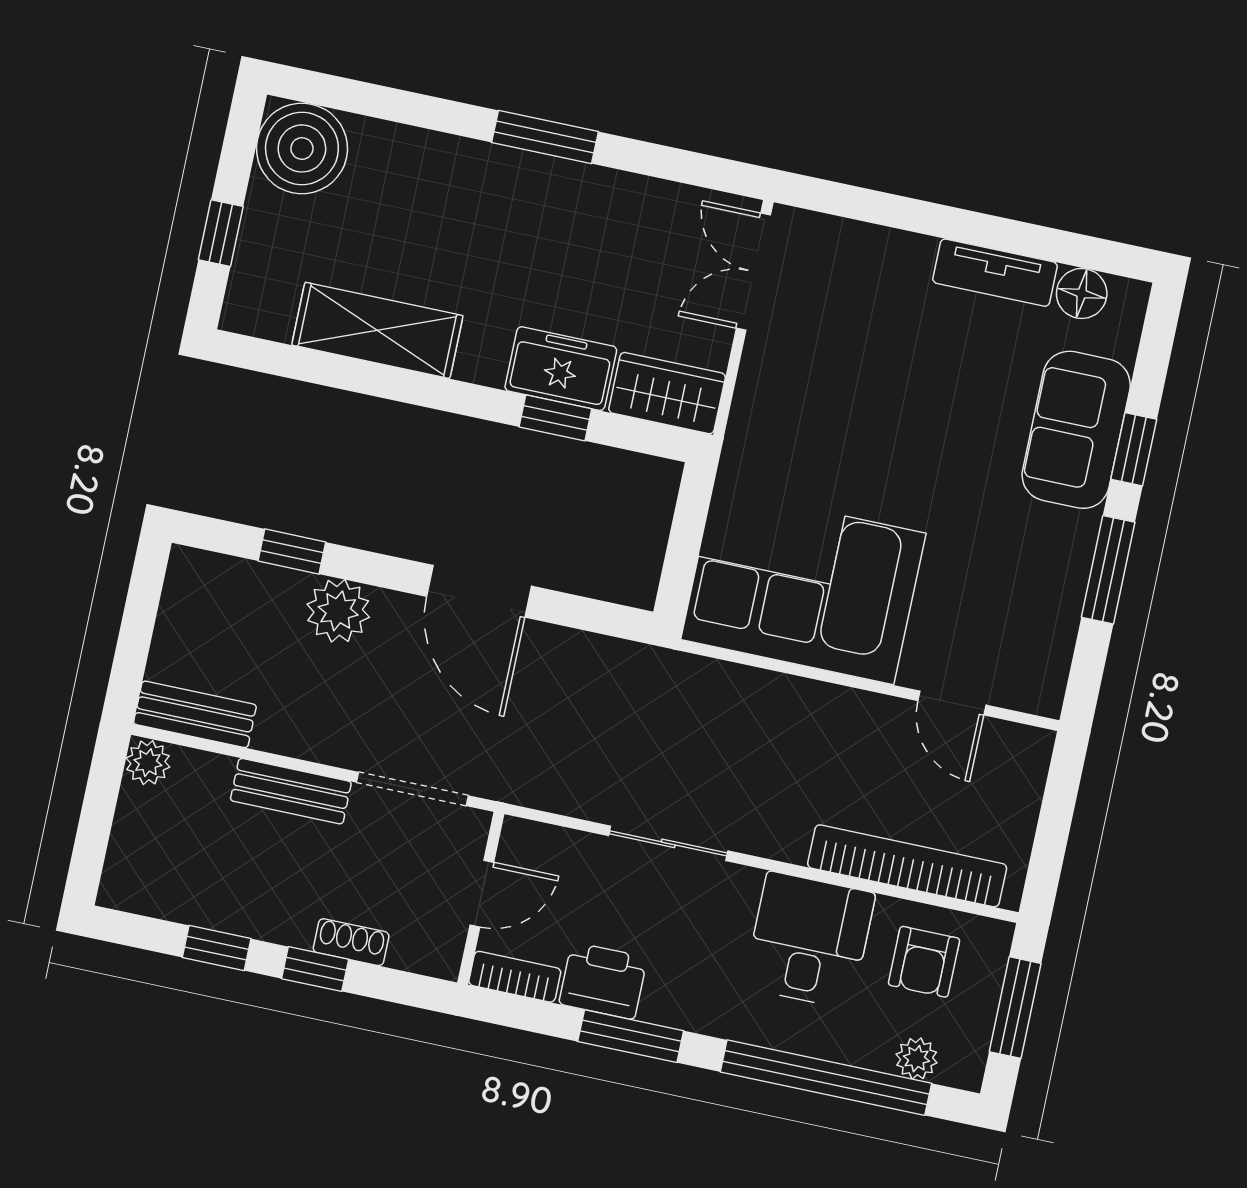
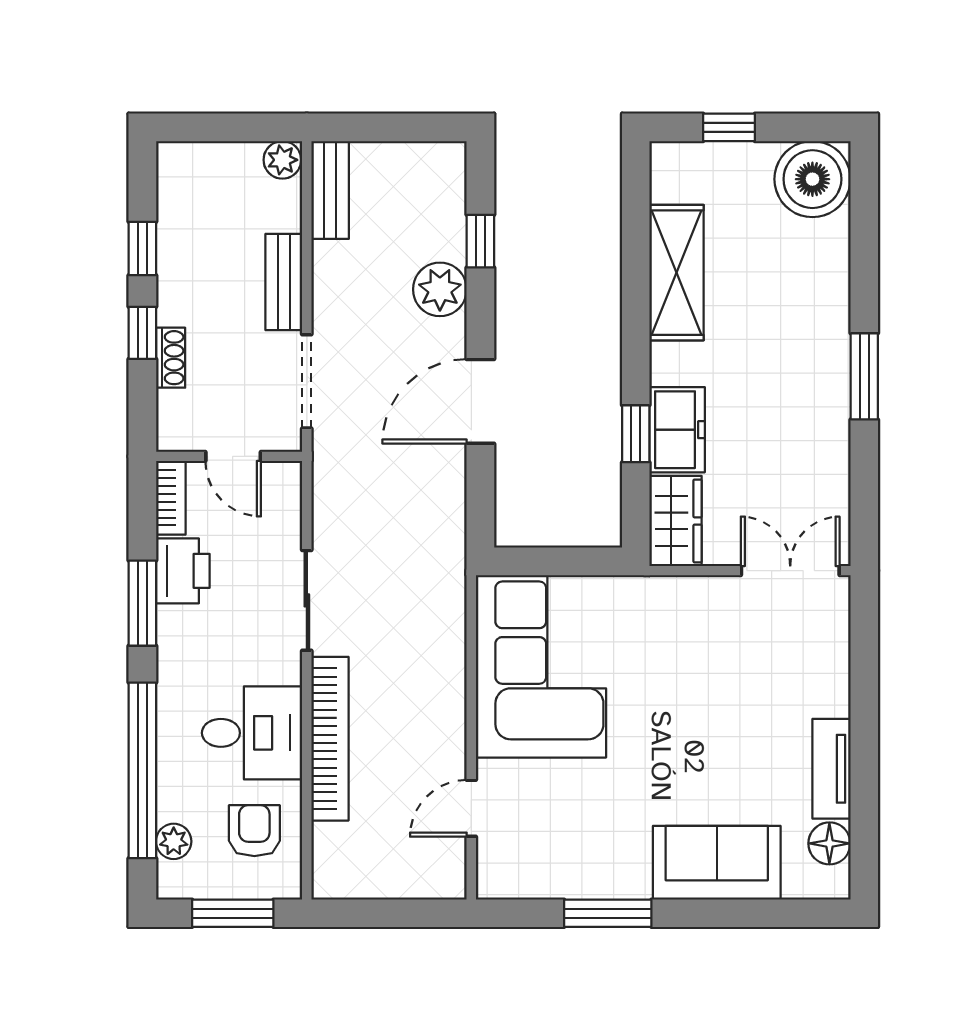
window: (1134, 449) -> (711, 913), removed
bookcase: (907, 866) -> (330, 739), moved
armchair: (924, 962) -> (254, 831), turned 90

